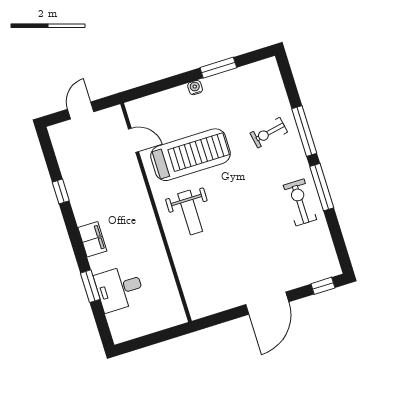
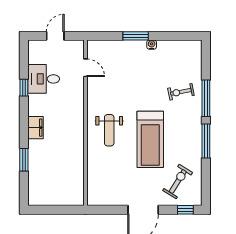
window: (218, 68) -> (136, 36), moved
water cooler: (195, 88) -> (152, 45), moved
treadmill: (191, 155) -> (150, 139), moved, turned 90
exercise bike: (300, 202) -> (178, 181), moved, turned 32
desk: (119, 288) -> (44, 79), moved

